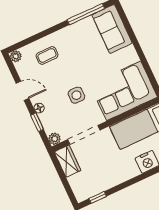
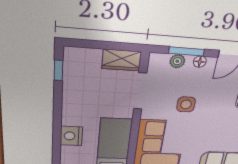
window: (37, 122) -> (187, 51), width x1.50
plant: (54, 139) -> (177, 61), moved

